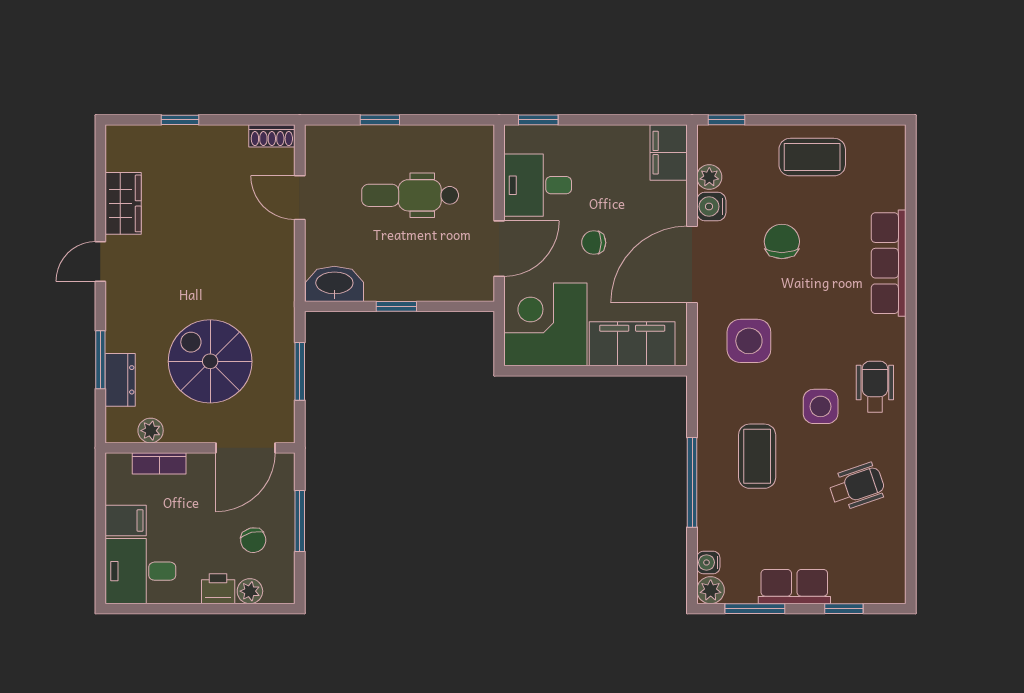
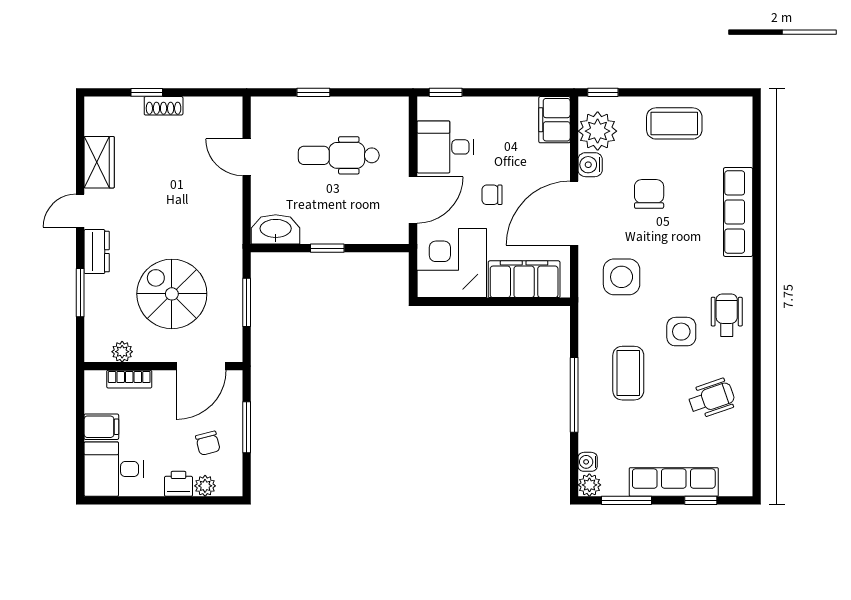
shoe rack: (272, 136) -> (164, 106), moved
plant: (709, 177) -> (598, 131), width x1.88, depth x1.88
dresser: (120, 380) -> (97, 252), moved
row of seats: (794, 587) -> (674, 482), width x1.48

